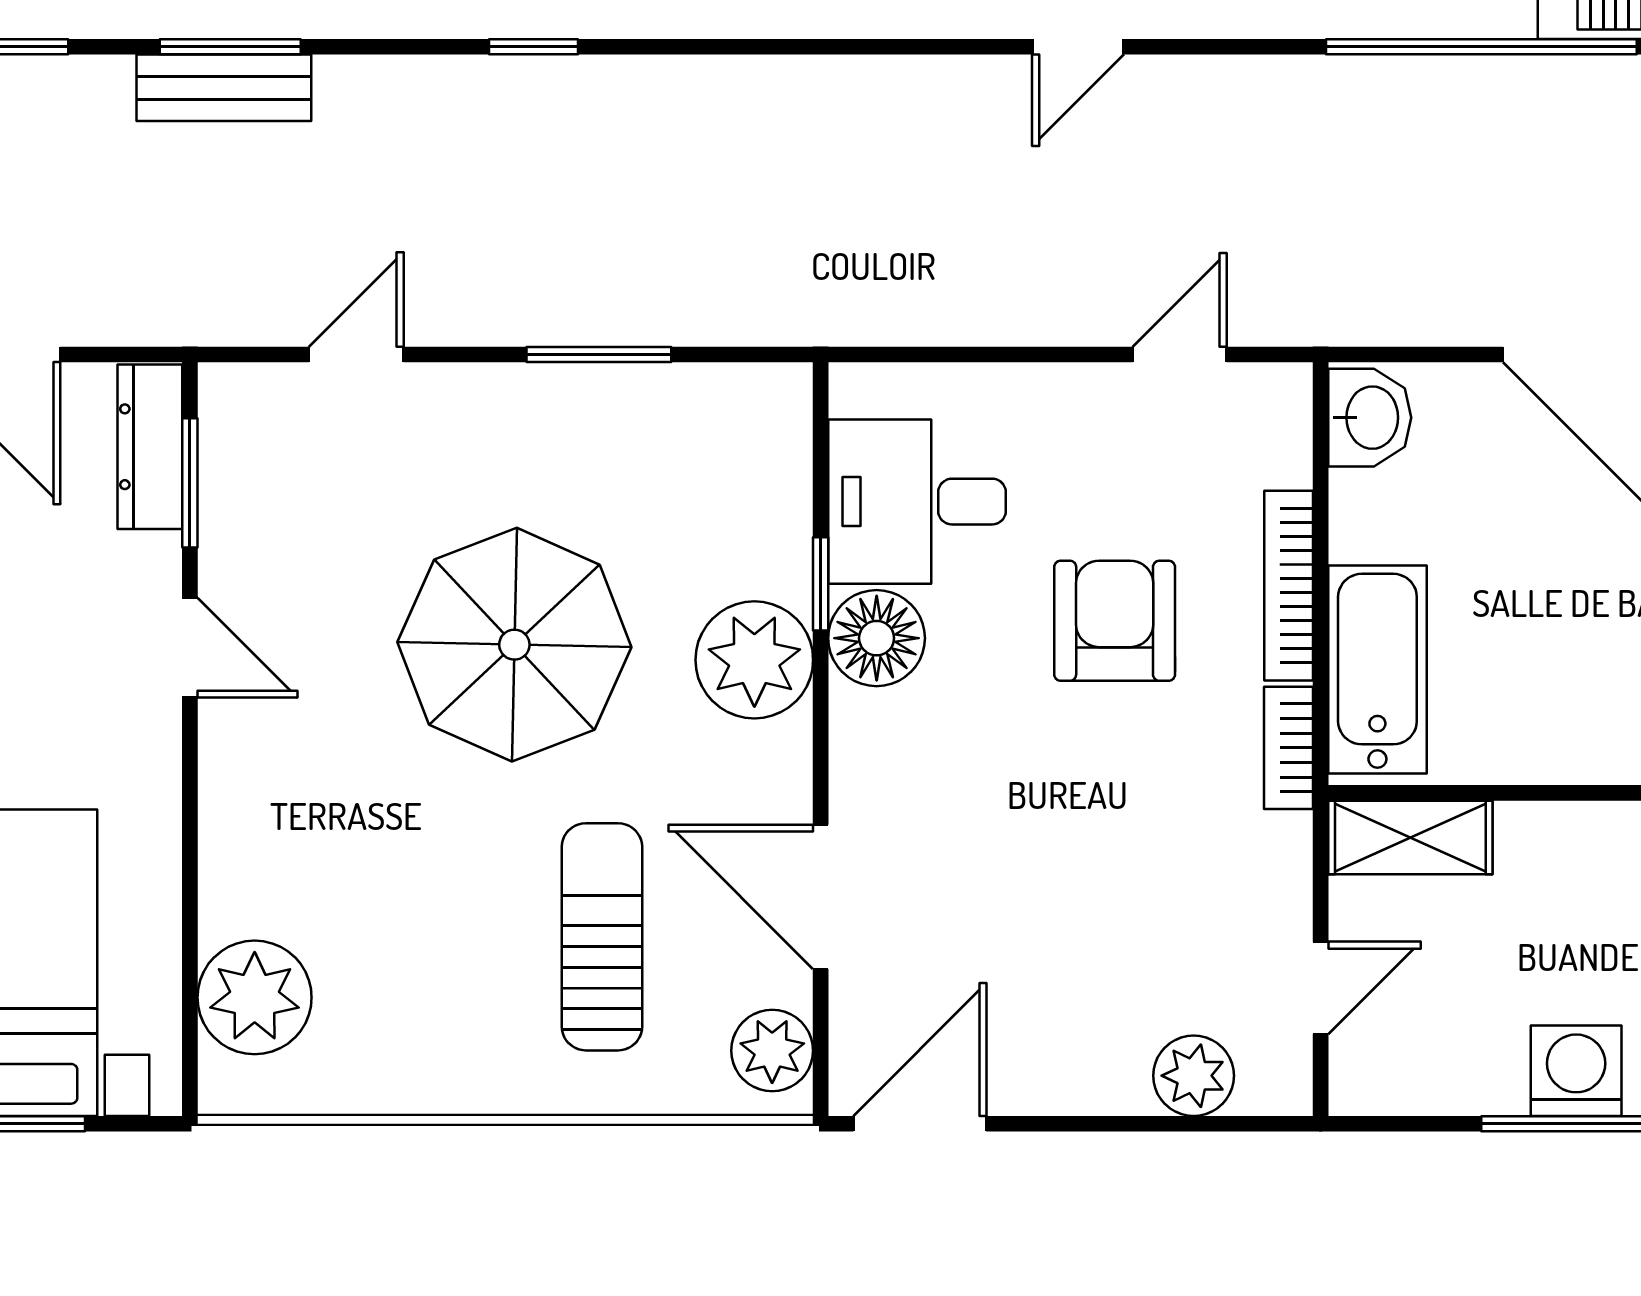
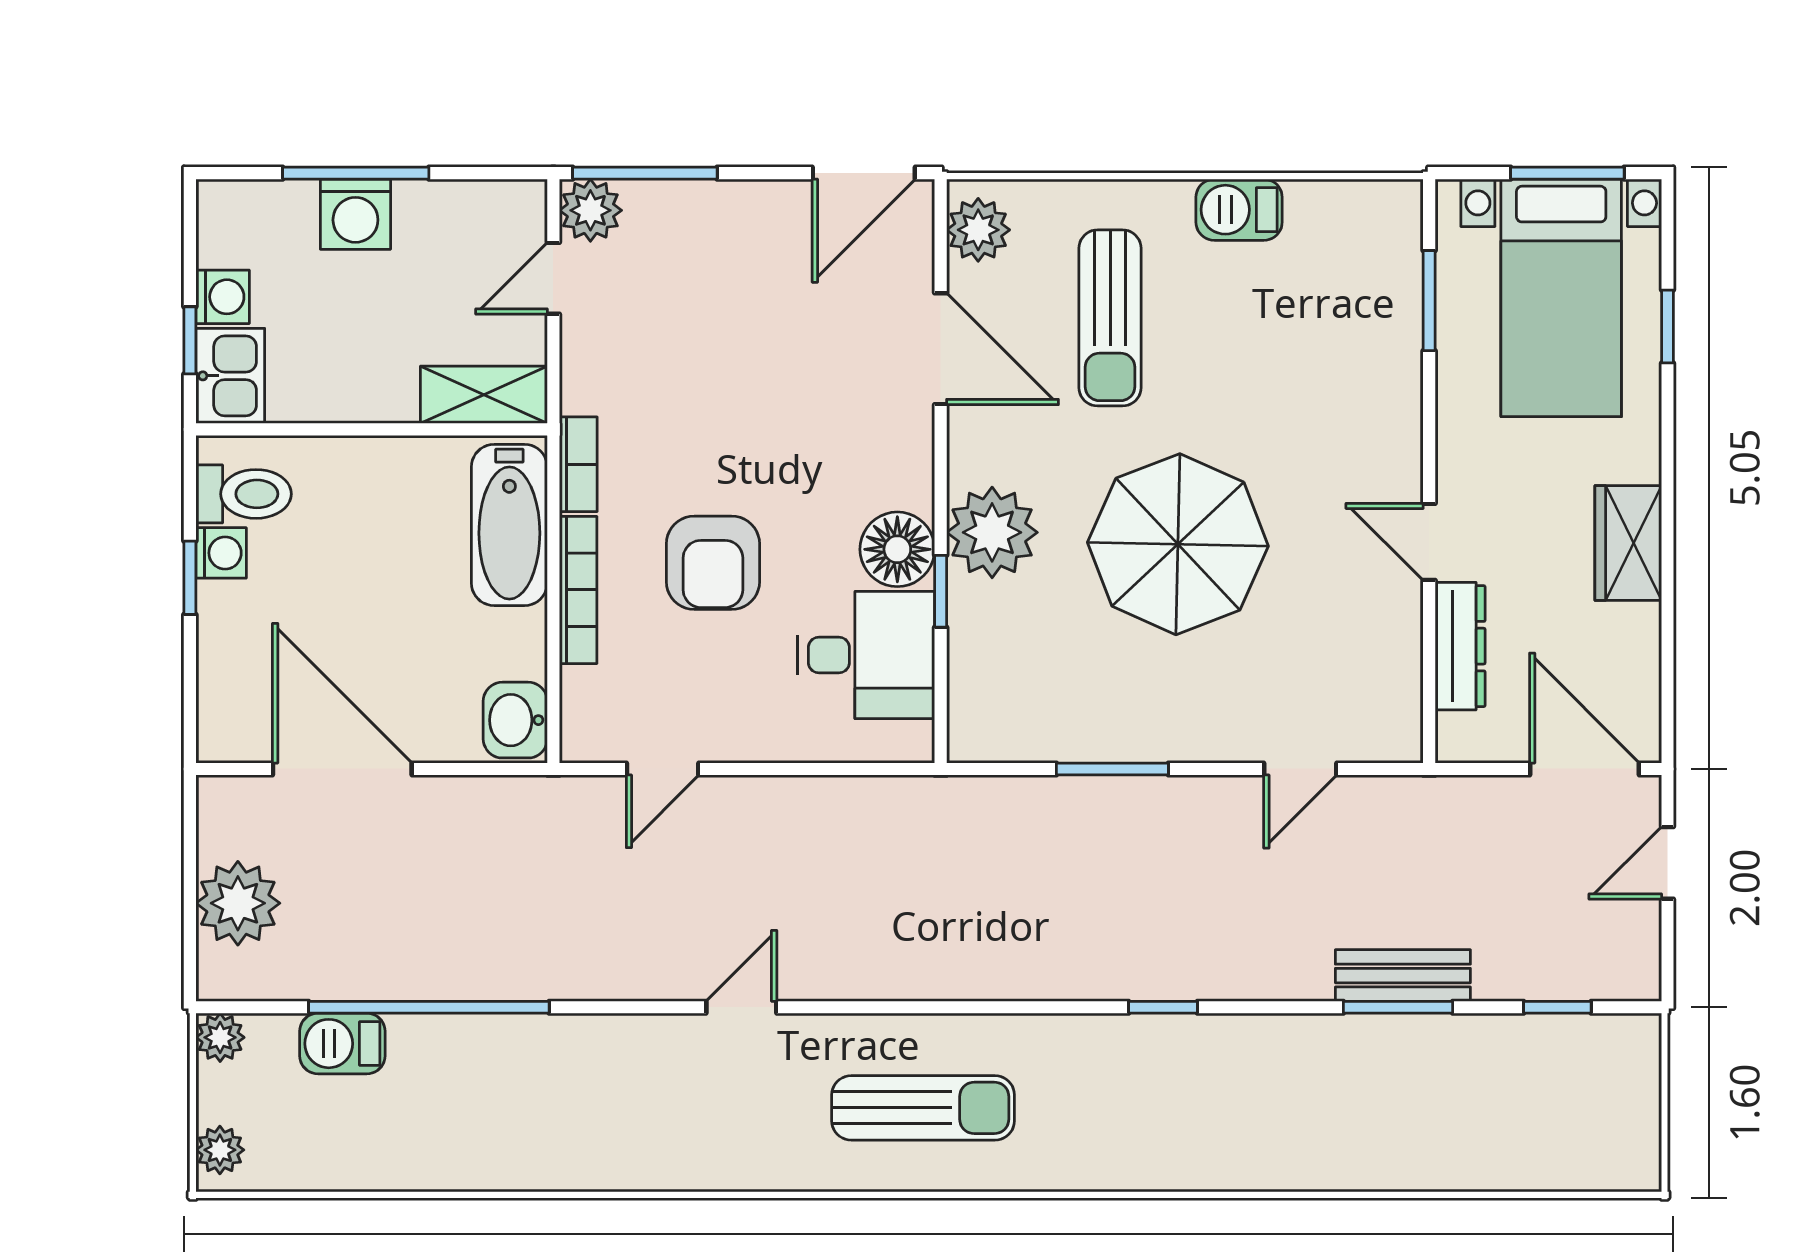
dresser: (150, 447) -> (1460, 646), moved
window: (190, 483) -> (1429, 301), moved
plant: (255, 997) -> (1379, 271), removed
plant: (1194, 1076) -> (590, 210), moved
barbecue: (435, 1077) -> (1239, 210), added
window: (1202, 1124) -> (645, 173), added

